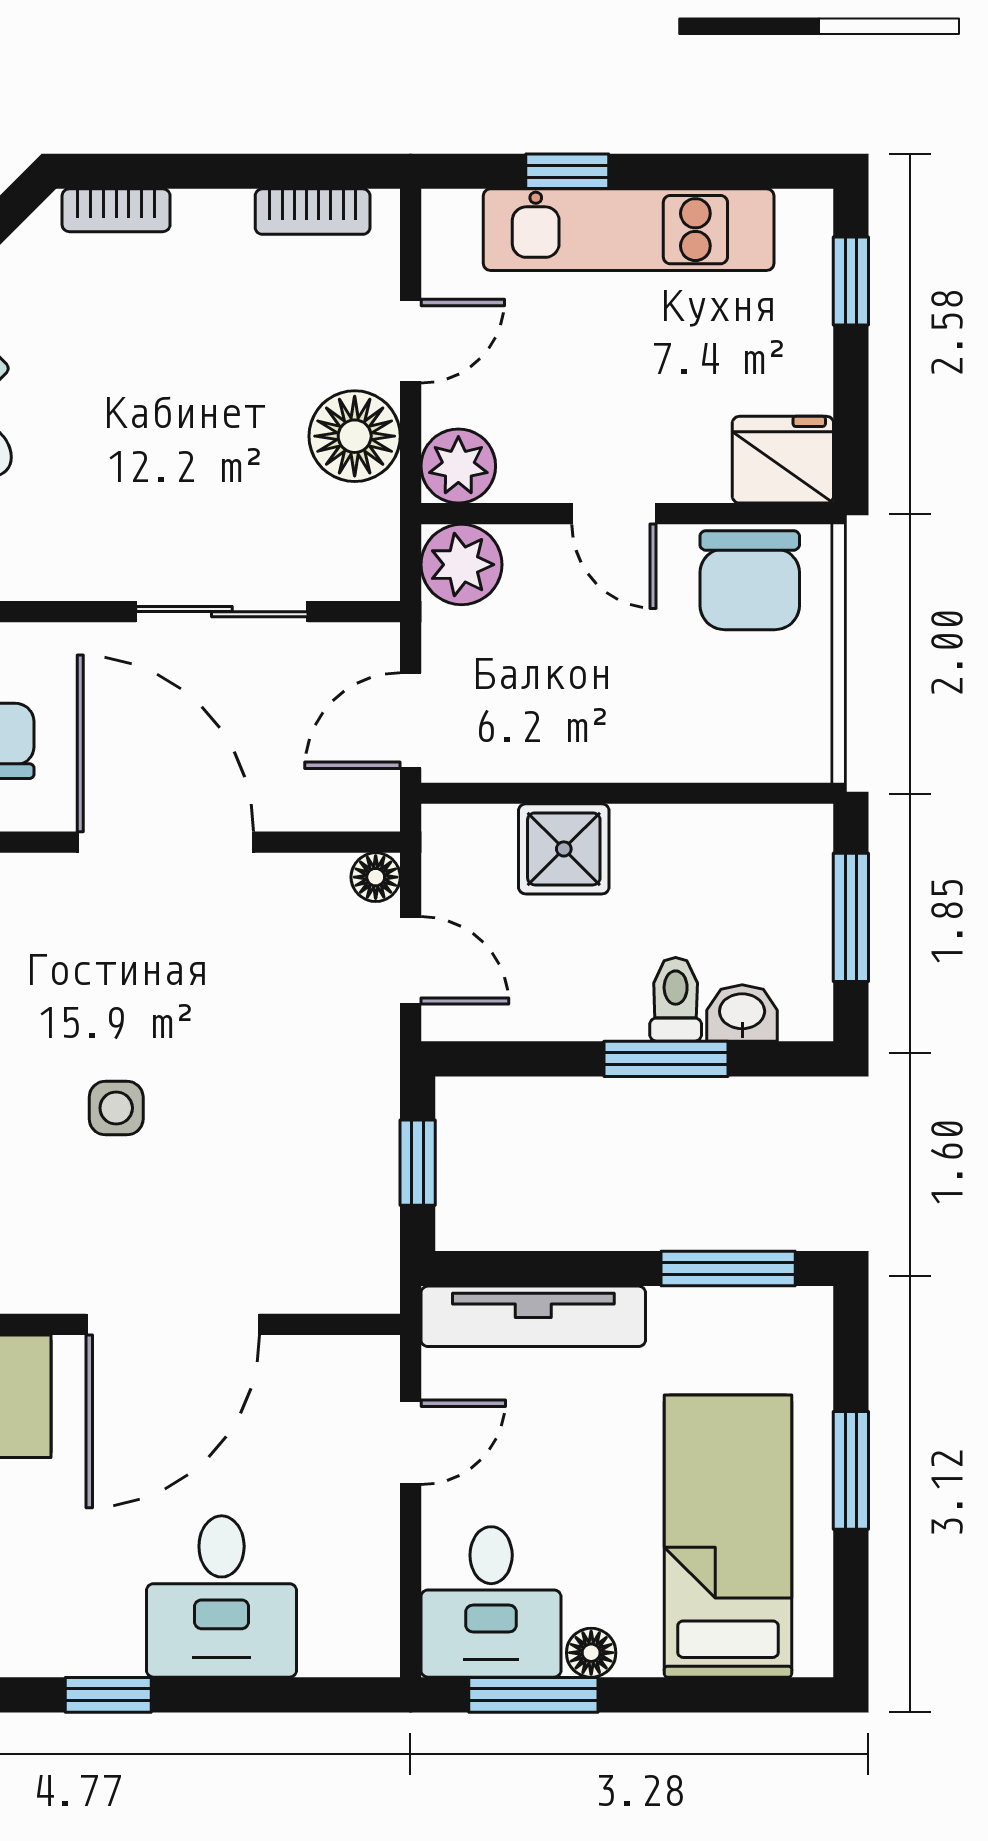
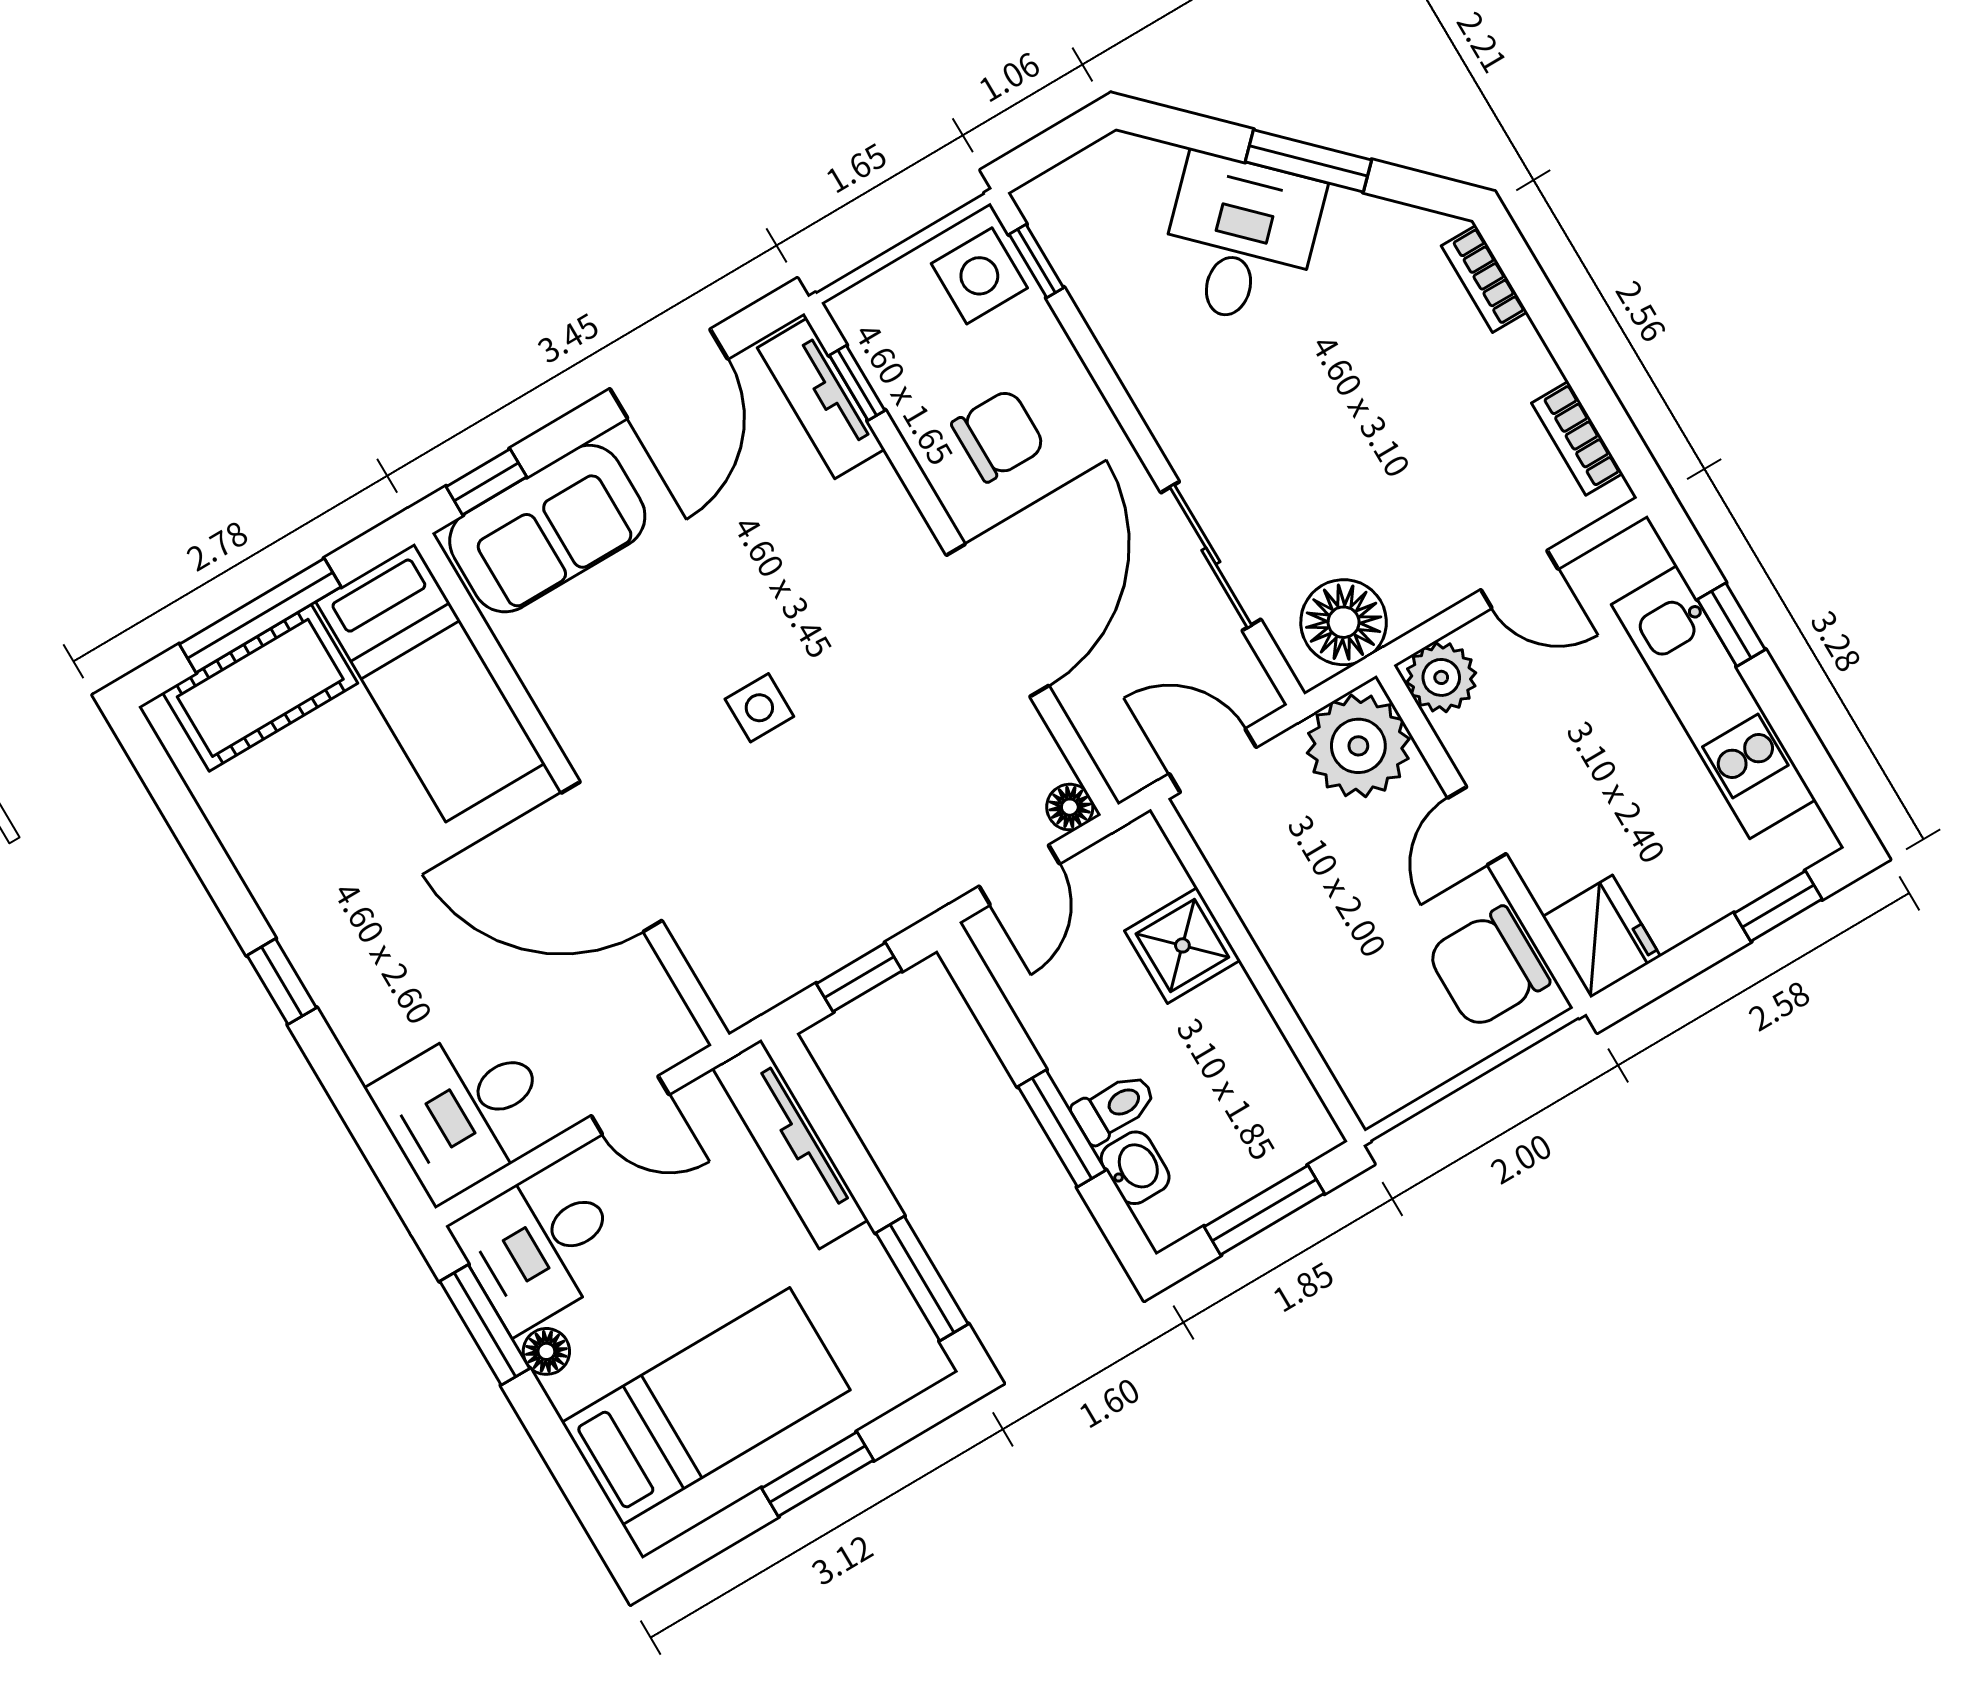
floor lamp: (355, 436) -> (1344, 622), moved
plant: (461, 565) -> (1358, 746), width x1.36, depth x1.36
desk: (222, 1597) -> (465, 1110), moved

